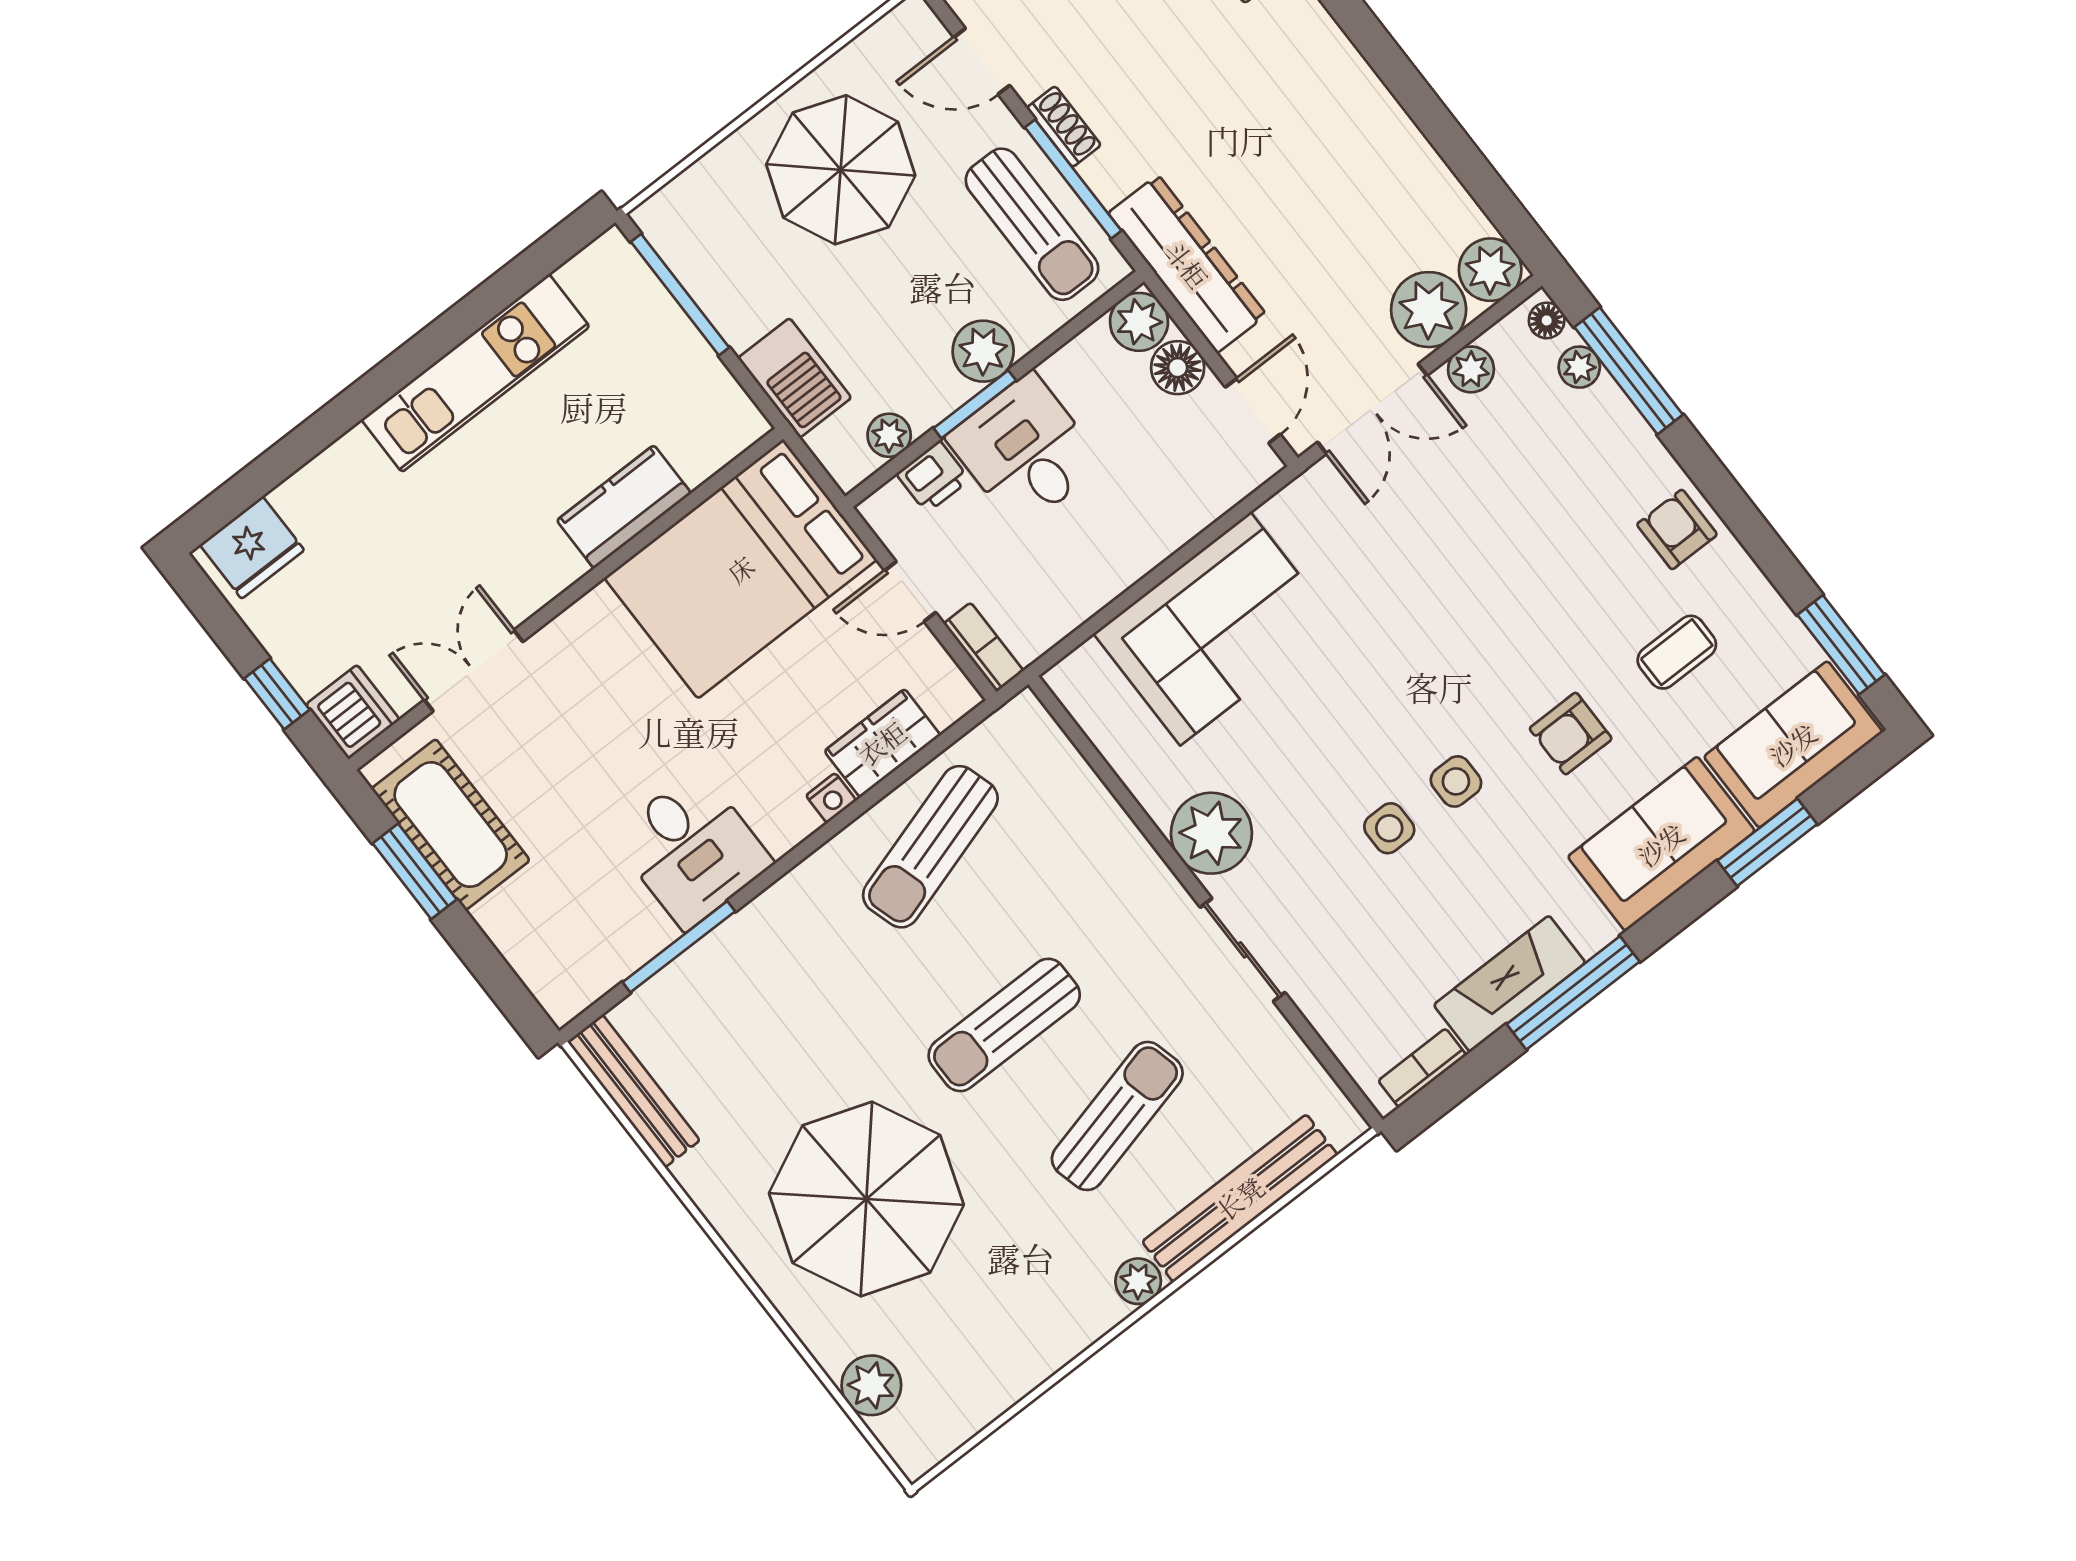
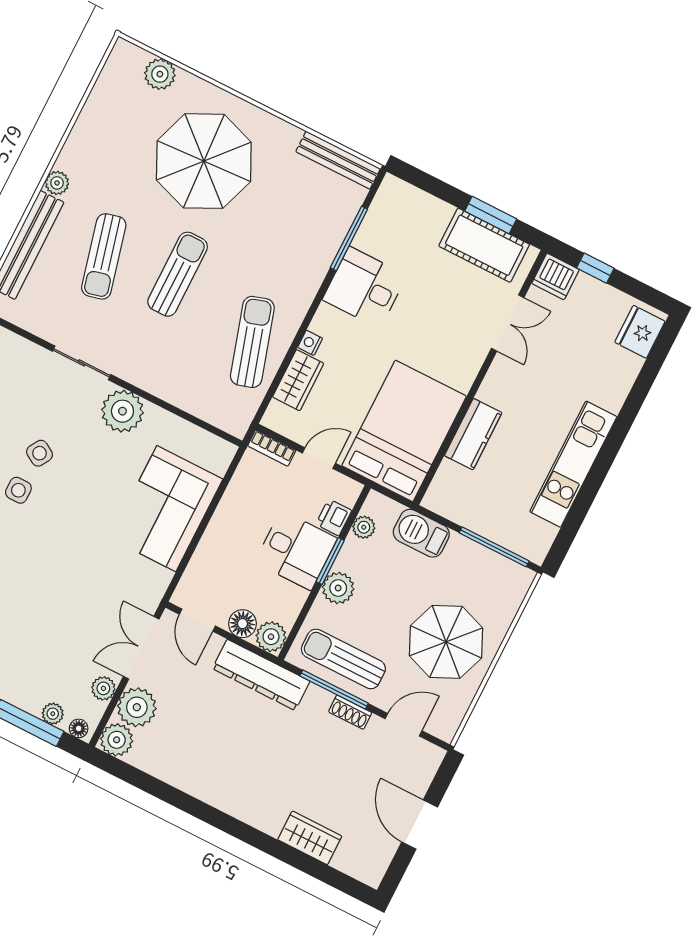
side table: (1389, 828) -> (40, 453), turned 31

